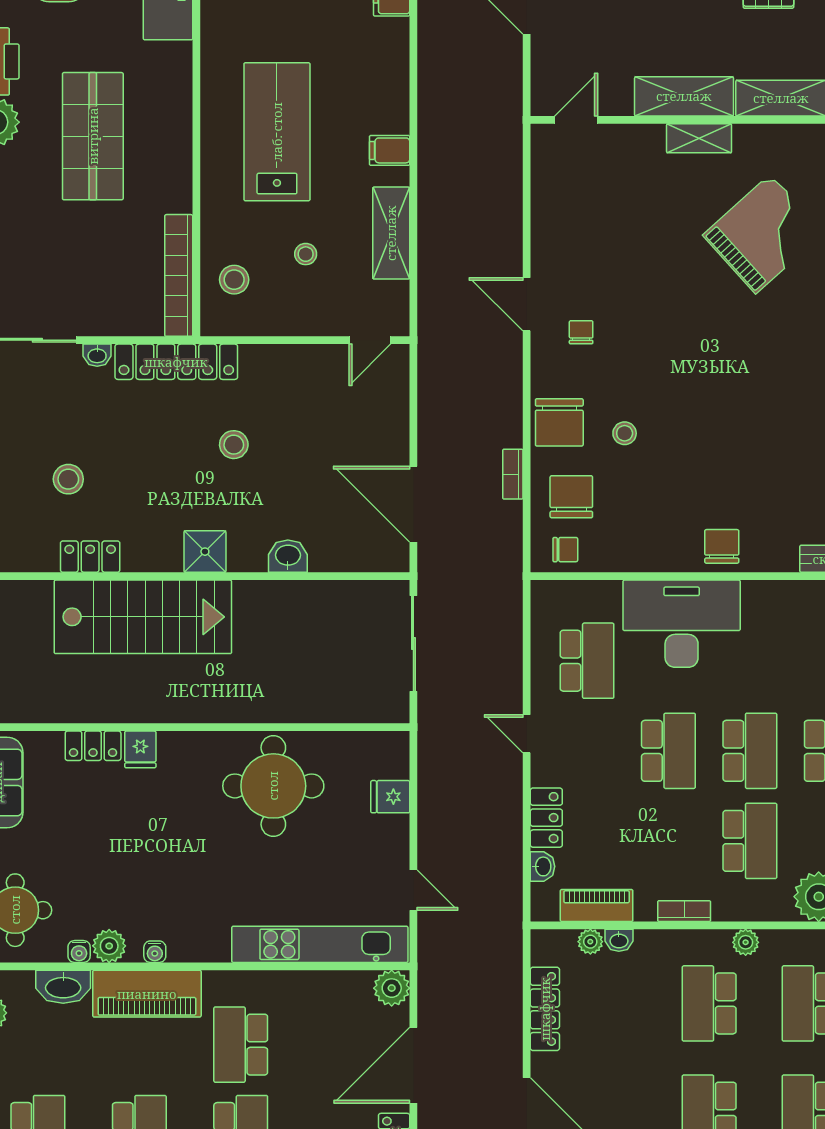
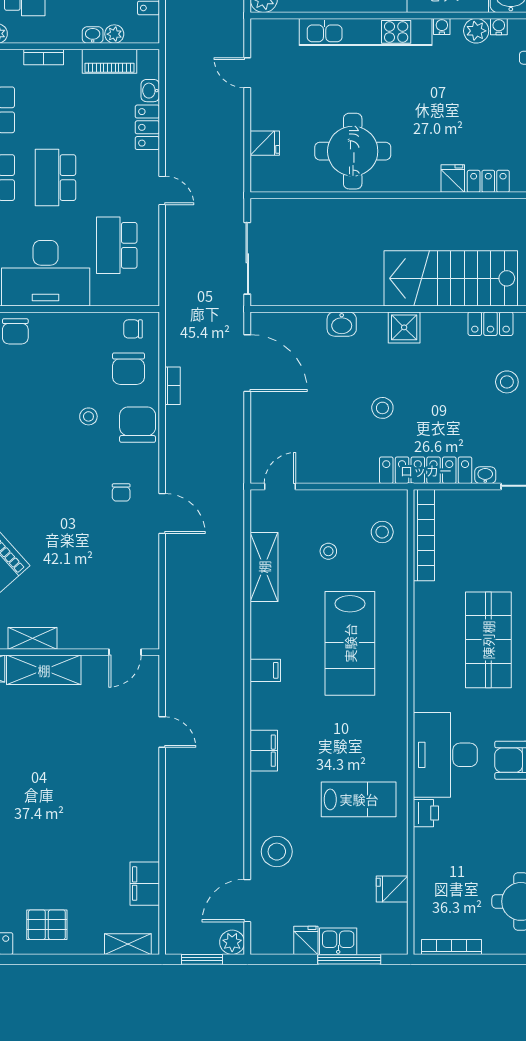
filing cabinet: (390, 150) -> (265, 670), moved
kitchen unit: (320, 944) -> (366, 32), moved

